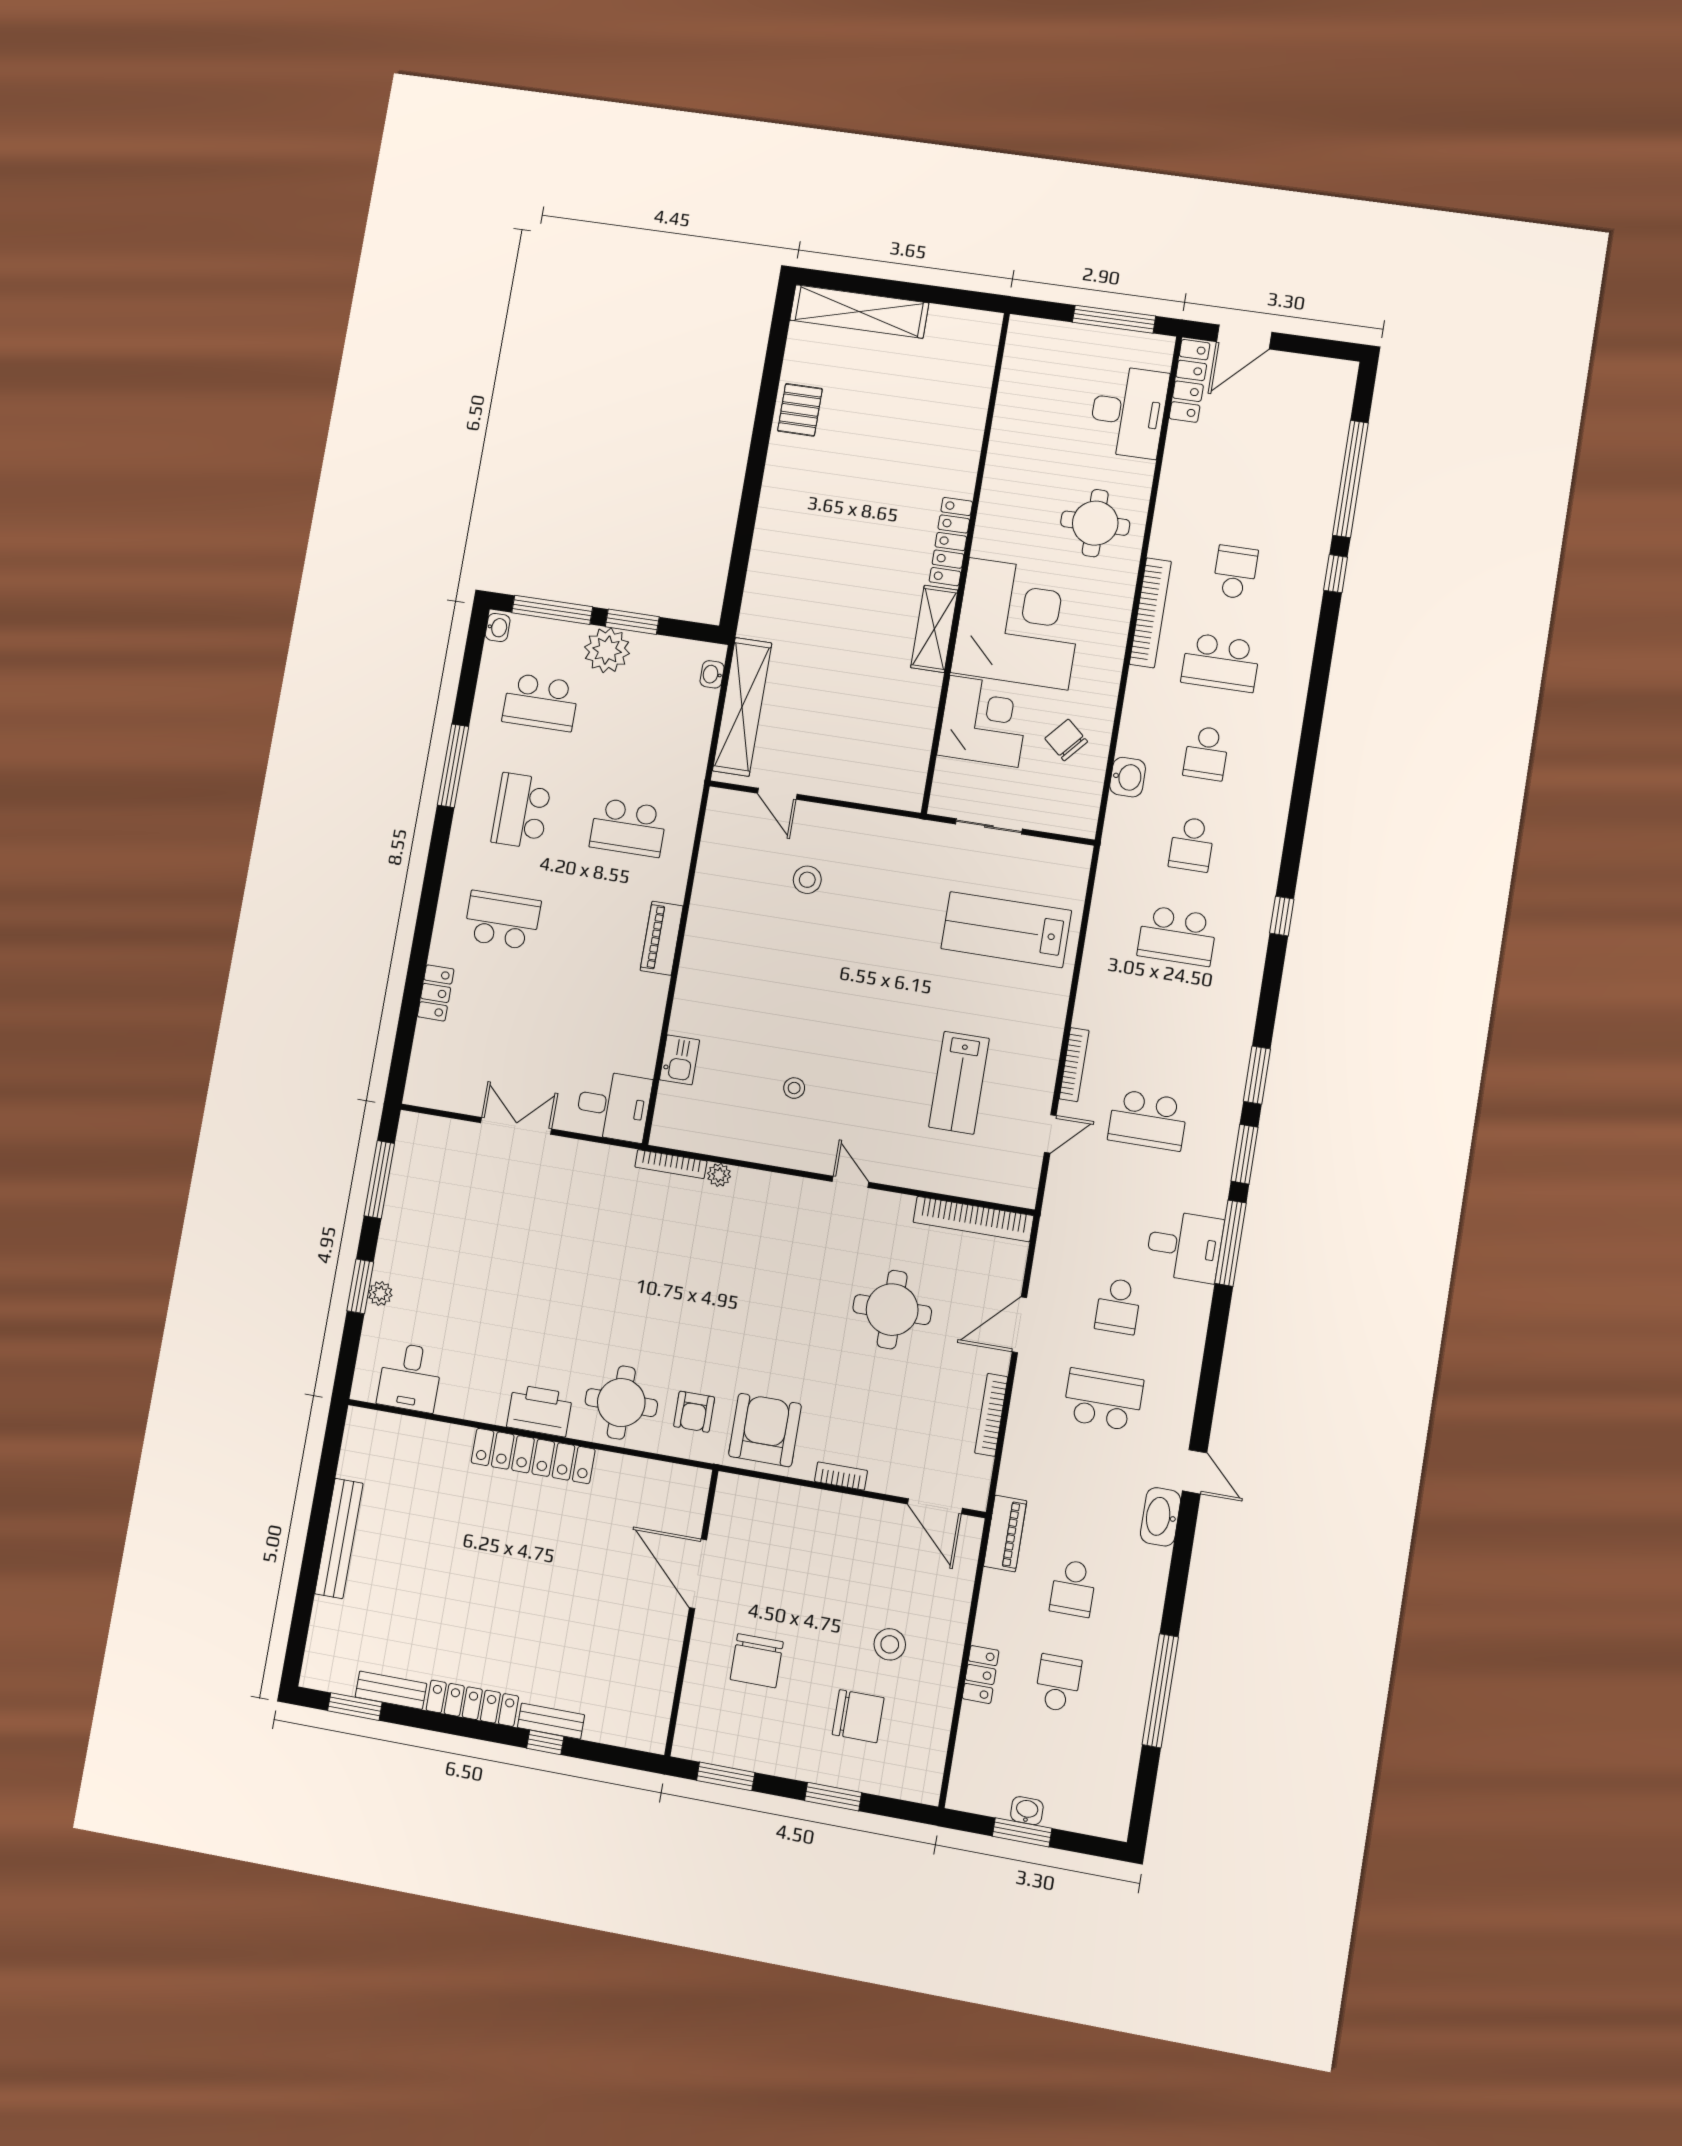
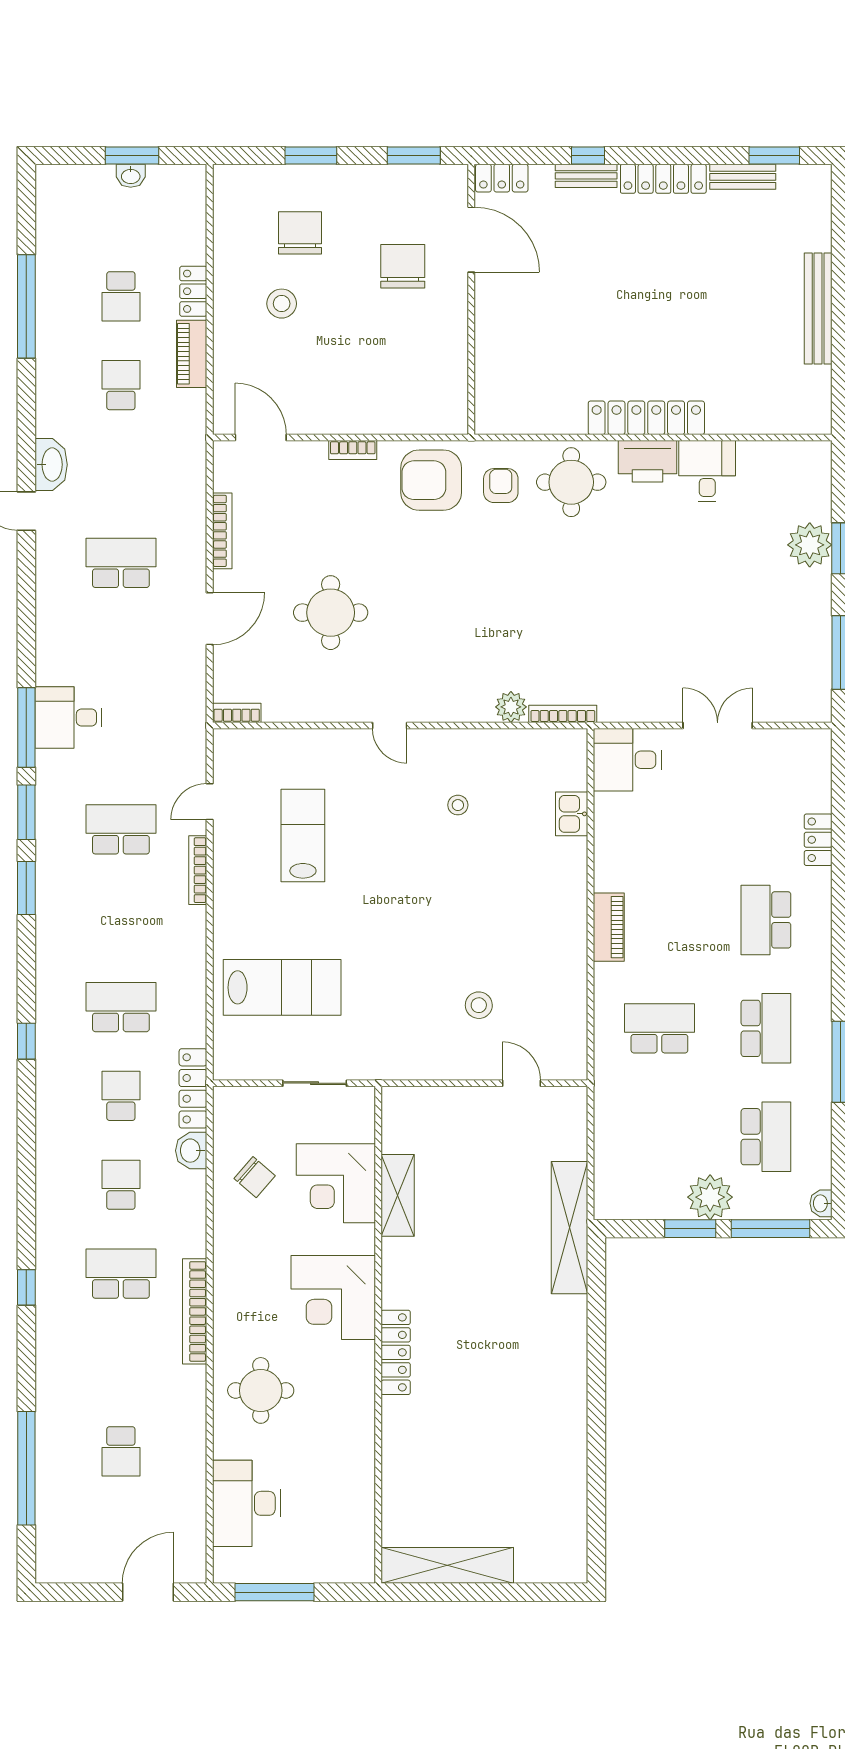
shelving: (859, 312) -> (447, 1565), moved
locker: (1190, 381) -> (193, 1088), moved
pallet: (800, 410) -> (563, 1460), removed
school desk: (1235, 572) -> (121, 1451), moved
window: (1336, 574) -> (26, 1287), moved
corner desk: (1018, 624) -> (333, 1298), width x0.74, depth x0.74
shelving: (934, 629) -> (398, 1195), moved
washbasin: (712, 674) -> (604, 1189), removed
school desk: (541, 702) -> (766, 1137), turned 90
shelving: (742, 707) -> (570, 1228), moved
school desk: (502, 920) -> (766, 920), turned 90
double door: (516, 1126) -> (718, 725), swing flipped
plant: (719, 1175) -> (511, 707), width x1.38, depth x1.38
bookcase: (973, 1219) -> (237, 713), width x0.43, depth x0.76
plant: (380, 1294) -> (810, 545), width x1.88, depth x1.88
school desk: (1118, 1306) -> (121, 652), removed
desk: (410, 1377) -> (707, 471), moved
school desk: (1103, 1400) -> (121, 563), turned 180
armchair: (765, 1430) -> (431, 480), turned 90
piano: (1005, 1533) -> (192, 354), moved
door: (698, 1574) -> (471, 240), moved
chair: (858, 1716) -> (300, 233), turned 90
locker: (638, 1735) -> (502, 178), added

